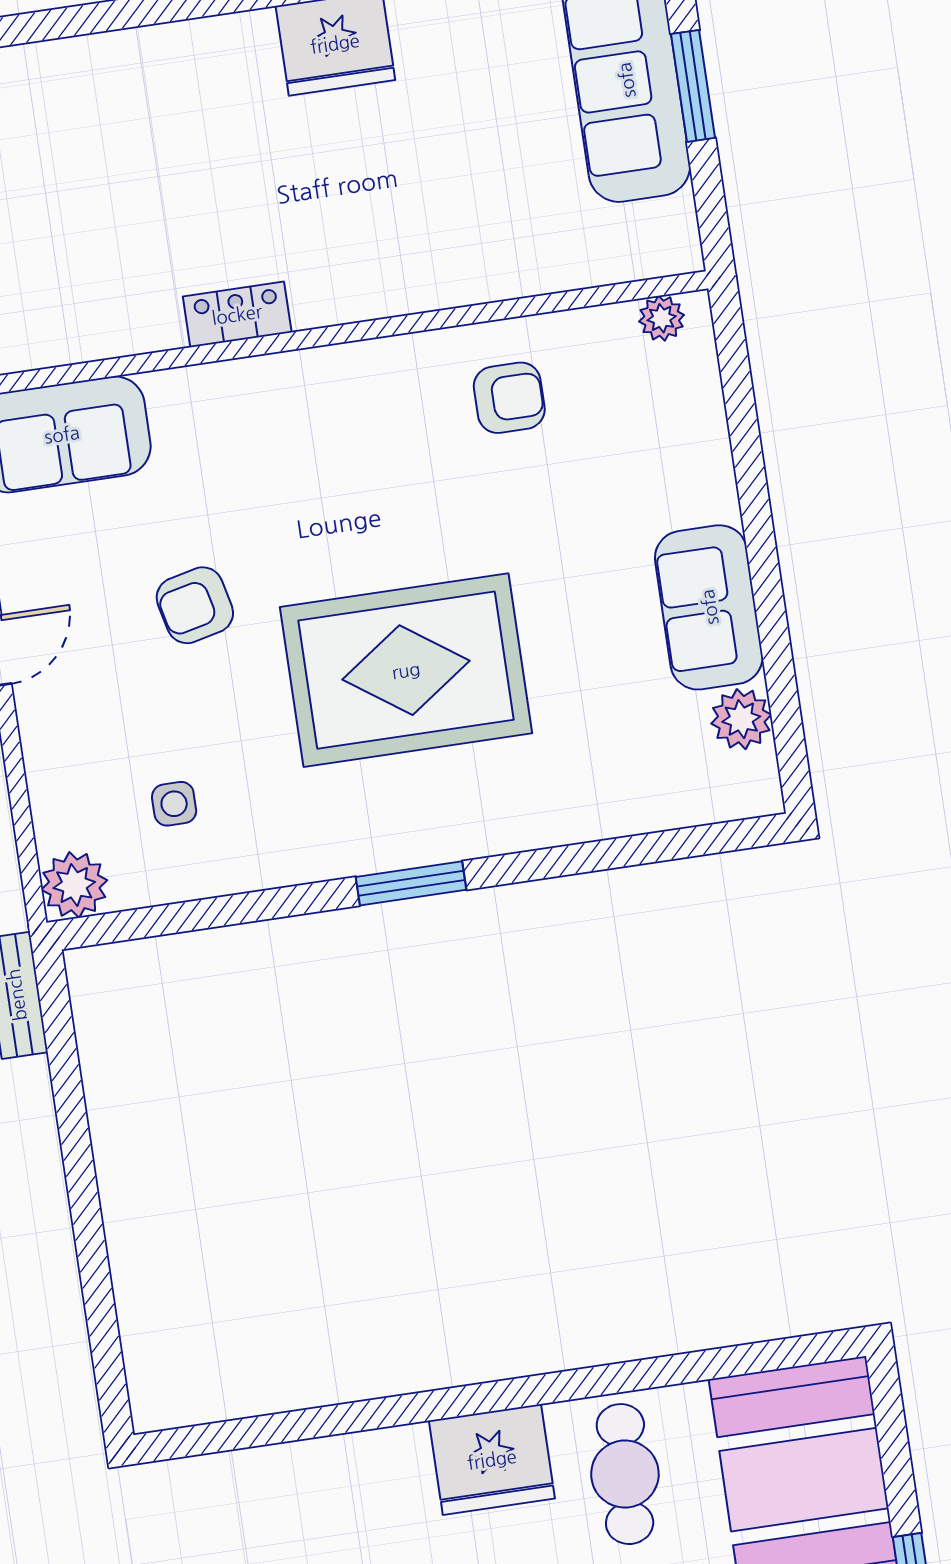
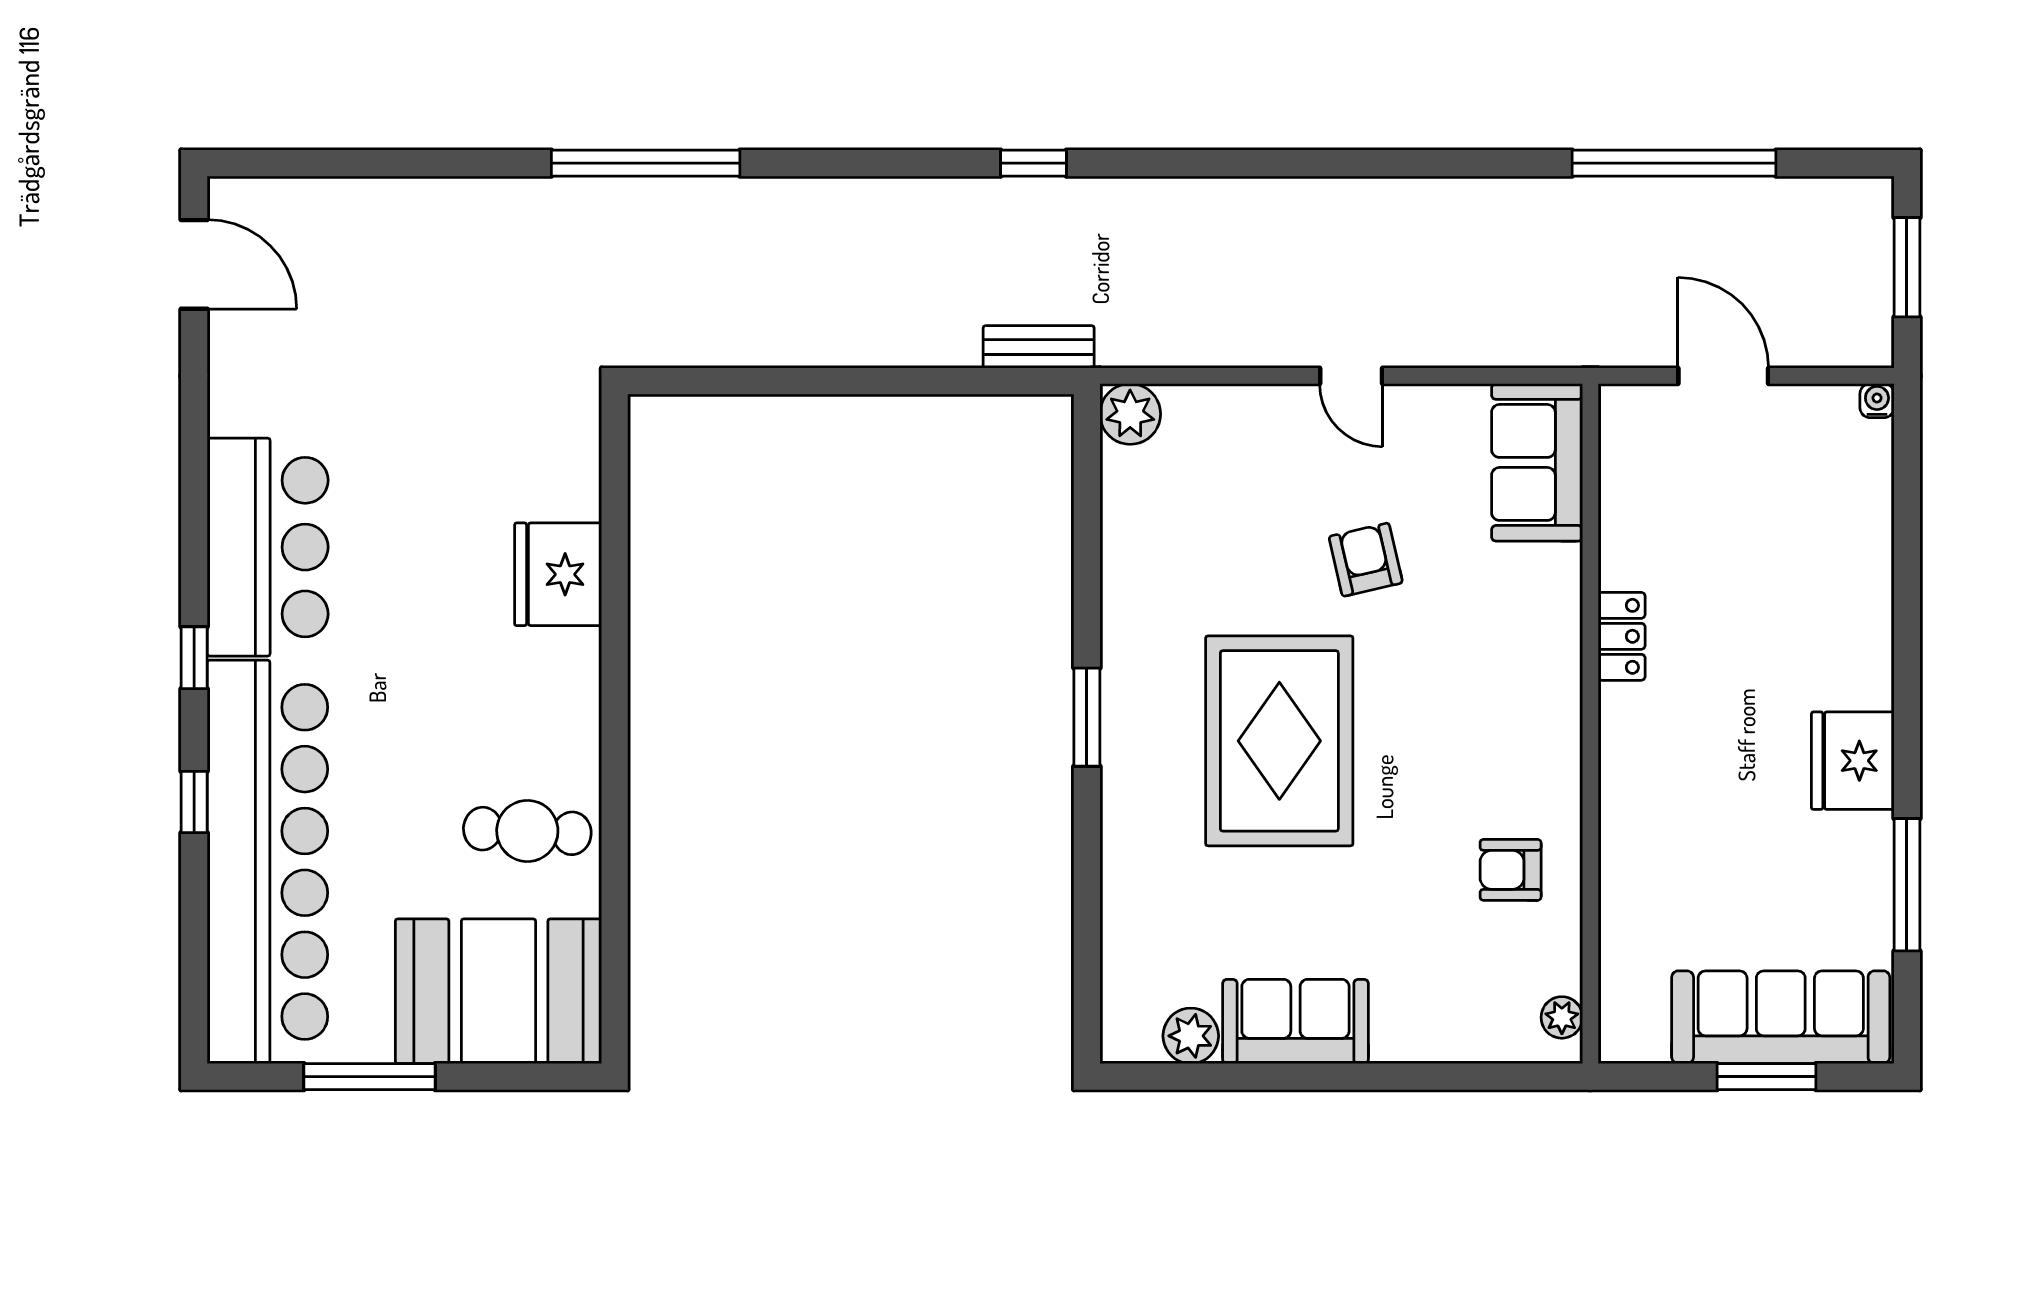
armchair: (509, 398) -> (1511, 870), turned 90
side table: (174, 804) -> (1190, 515), removed
fridge: (492, 1459) -> (558, 574), moved

